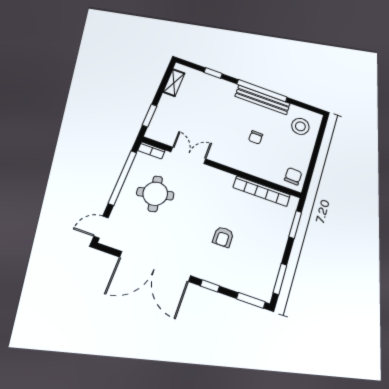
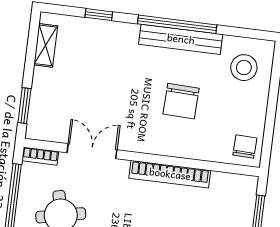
chair: (256, 137) -> (181, 101), width x1.87, depth x1.87
bookcase: (262, 191) -> (170, 174), moved

